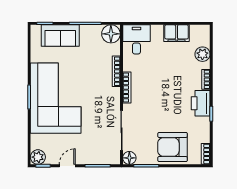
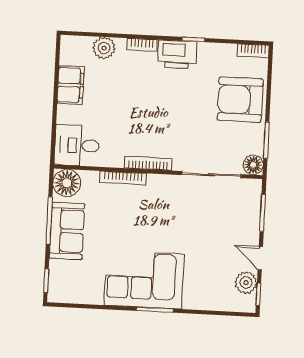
sofa: (60, 36) -> (67, 231), moved
corner sofa: (56, 98) -> (144, 280), width x0.73, depth x0.74
armchair: (173, 147) -> (240, 100), turned 90
plant: (38, 157) -> (246, 283), moved

